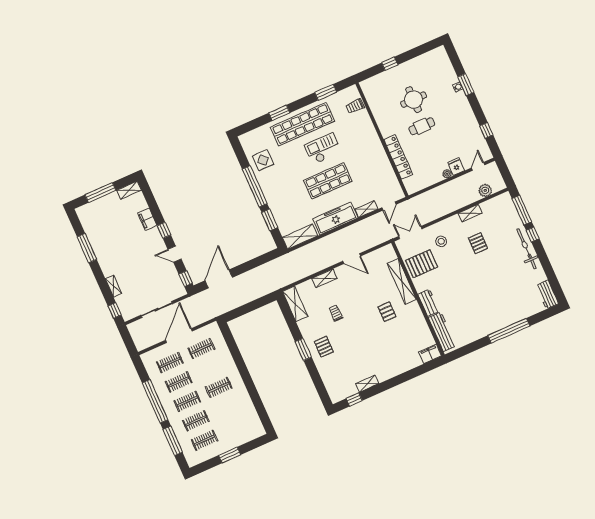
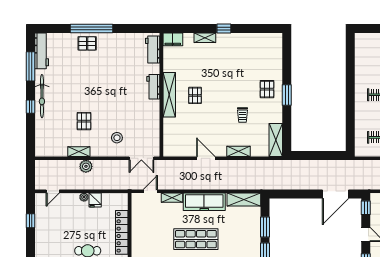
fridge: (456, 167) -> (95, 200), moved
plant: (485, 190) -> (86, 166), moved
window: (522, 210) -> (30, 66), moved
pallet: (422, 264) -> (87, 43), moved, width x0.67, depth x0.71
shelving: (402, 281) -> (169, 95), moved
workbench: (547, 295) -> (42, 51), width x1.38
workbench: (442, 332) -> (153, 50), width x0.73
shelving: (367, 384) -> (205, 38), moved
window: (354, 400) -> (224, 28), moved

